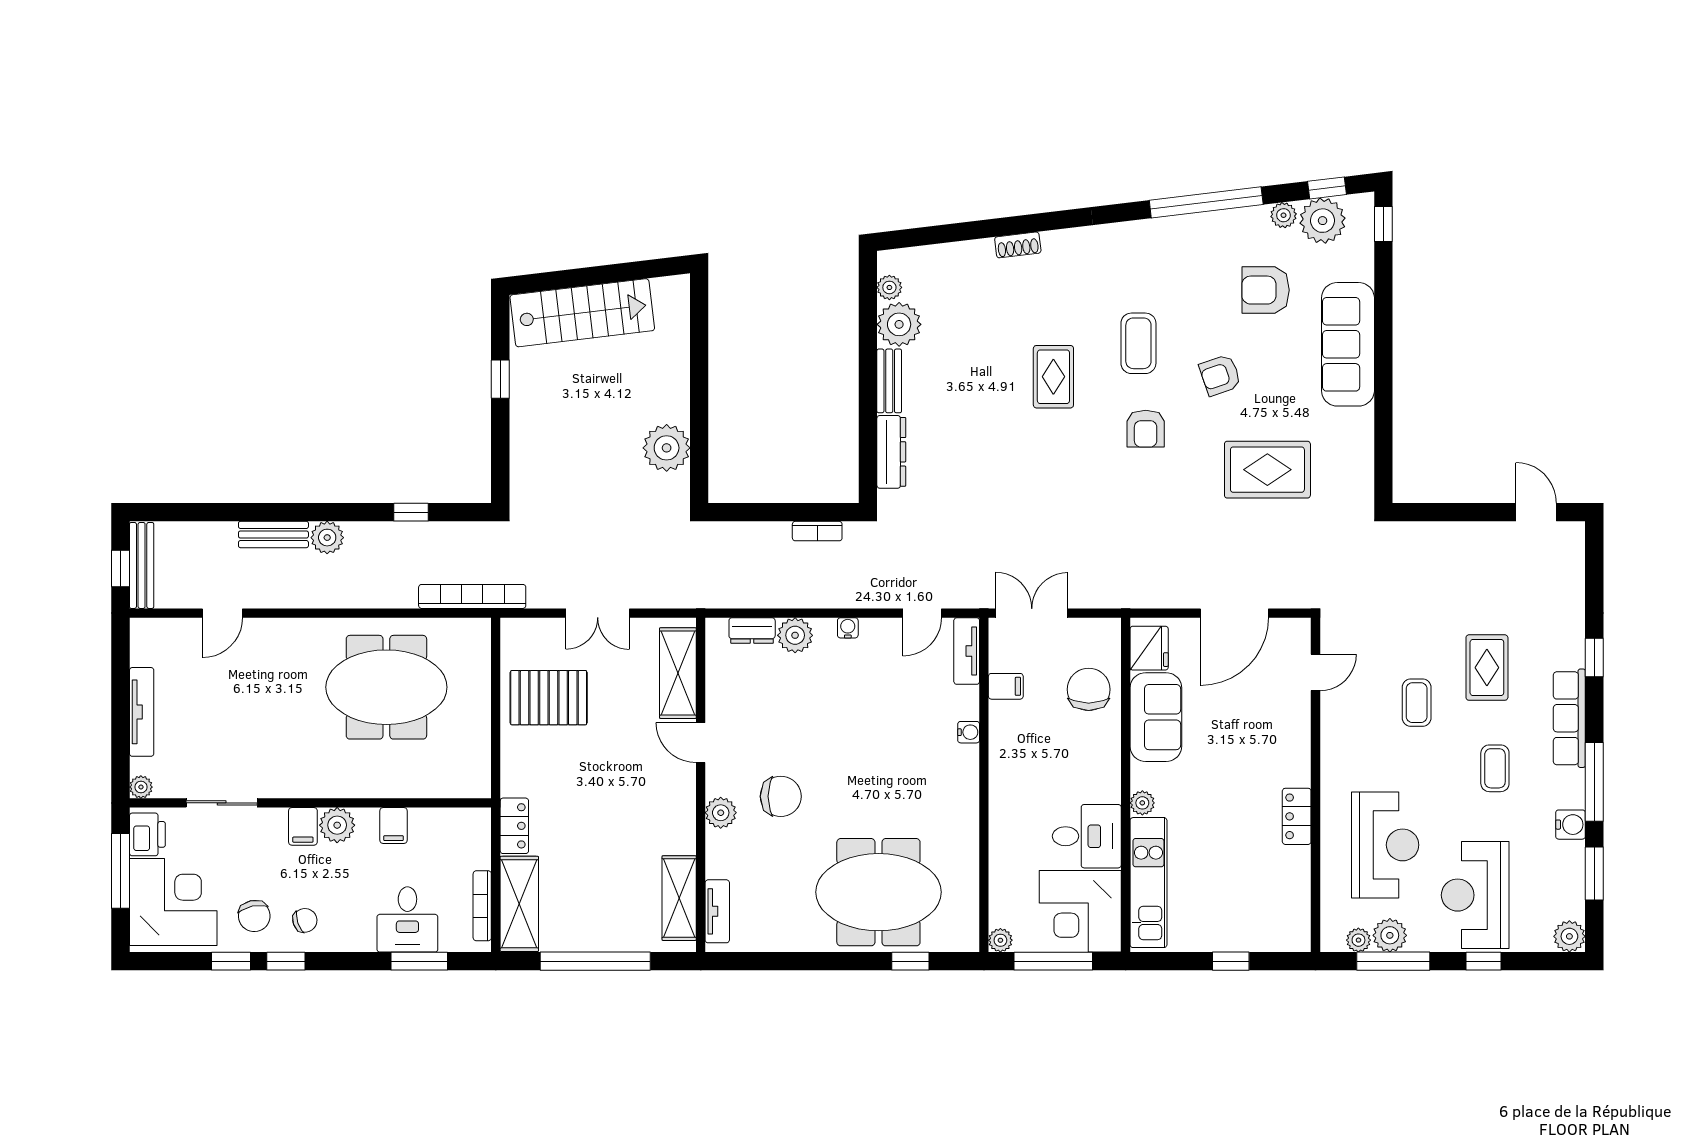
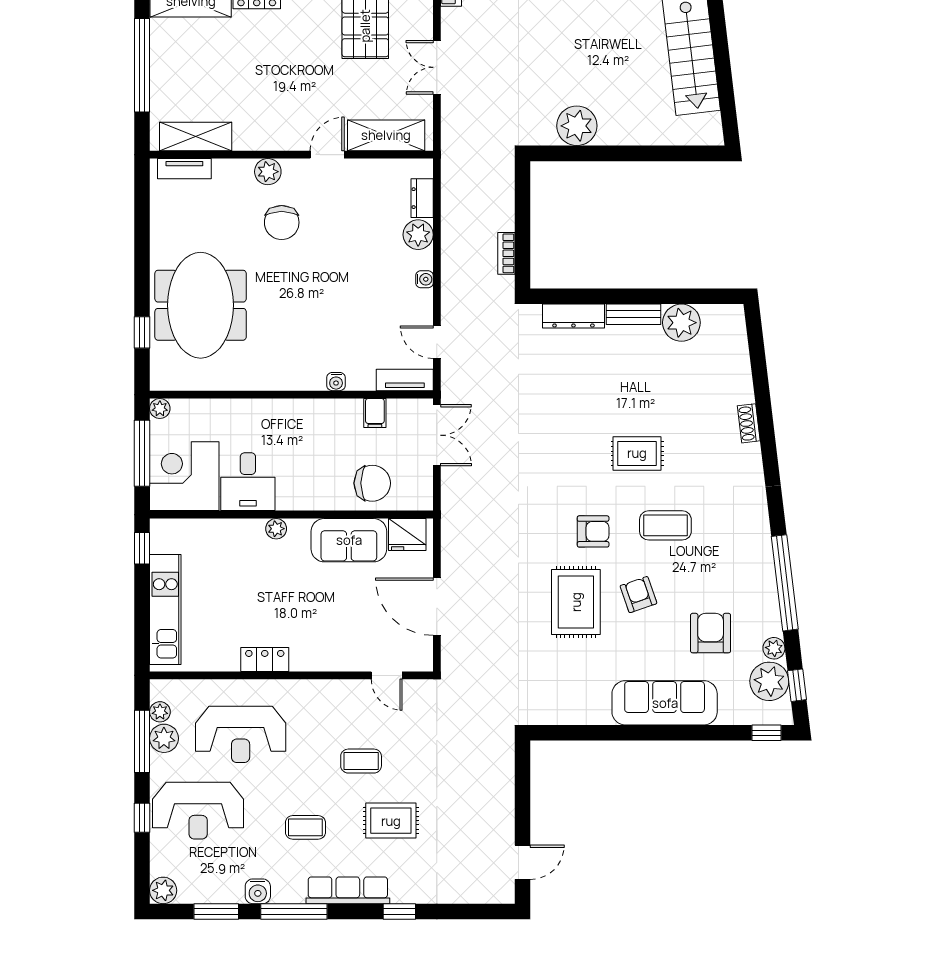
plant: (889, 287) -> (713, 314), removed
armchair: (1146, 429) -> (593, 531), turned 180
rug: (1267, 470) -> (576, 602), moved
kitchen unit: (1148, 883) -> (165, 610), moved, turned -90
reception desk: (1475, 895) -> (198, 811), turned 180
window: (1231, 961) -> (142, 548), moved

